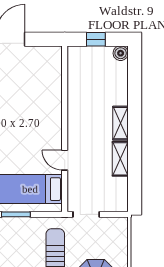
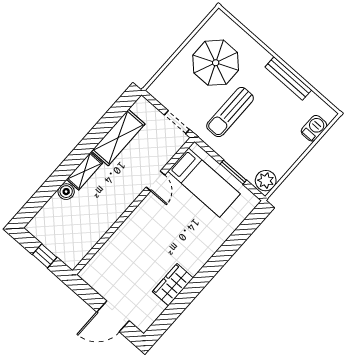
boiler: (121, 53) -> (66, 192), moved
shelving: (120, 159) -> (118, 138), width x1.50, depth x1.33

